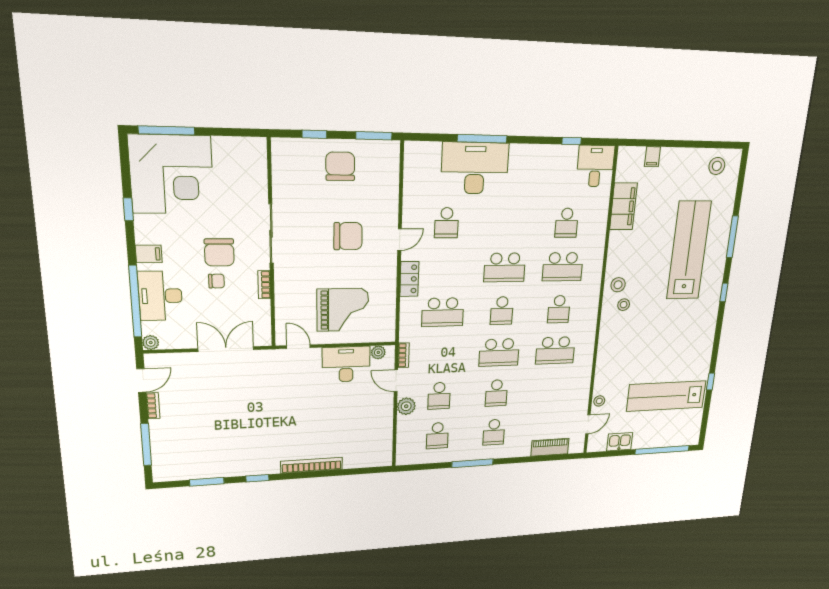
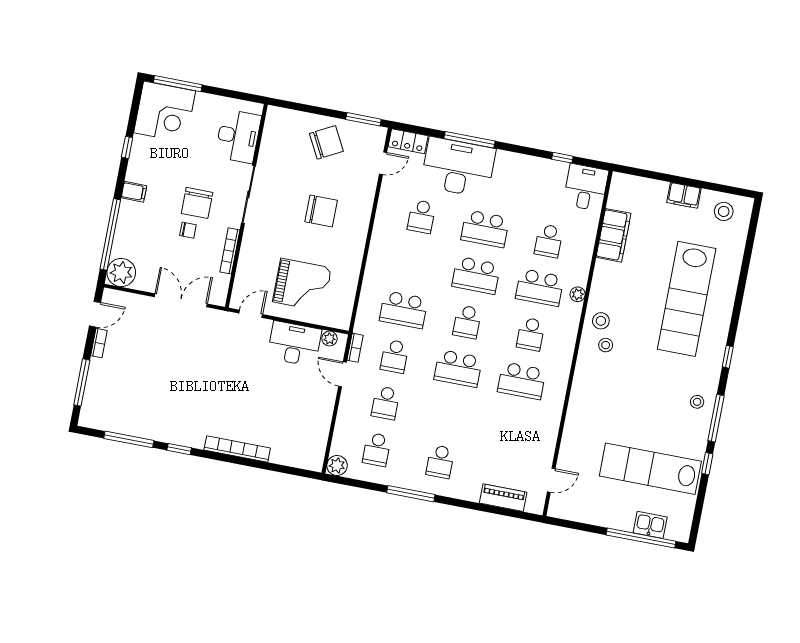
window: (314, 134) -> (308, 109), removed
filing cabinet: (652, 157) -> (684, 195), moved, width x2.00
chair: (340, 166) -> (326, 142), turned 62
corner desk: (172, 175) -> (165, 112), width x0.74, depth x0.74
school desk: (508, 223) -> (485, 229), added
window: (732, 237) -> (716, 418), moved
door: (400, 239) -> (383, 163), moved
lab bench: (689, 251) -> (687, 299), turned 180
plant: (596, 266) -> (578, 294), added
locker: (409, 279) -> (408, 141), moved, turned 90
bookcase: (264, 285) -> (230, 251), width x1.56
desk: (160, 296) -> (238, 136), moved, turned 180
plant: (151, 342) -> (121, 272), width x1.87, depth x1.87
door: (298, 347) -> (251, 314), hinge flipped
school desk: (496, 393) -> (395, 356), moved
stool: (599, 401) -> (697, 402), moved
plant: (406, 406) -> (337, 465), moved
kitchen sink: (620, 442) -> (650, 525), moved
window: (207, 482) -> (129, 439), width x1.44

